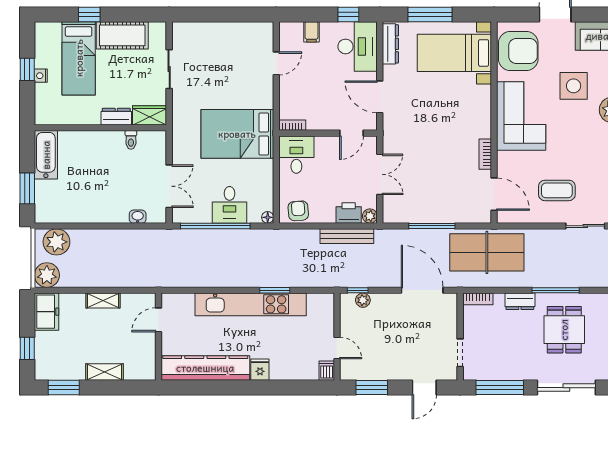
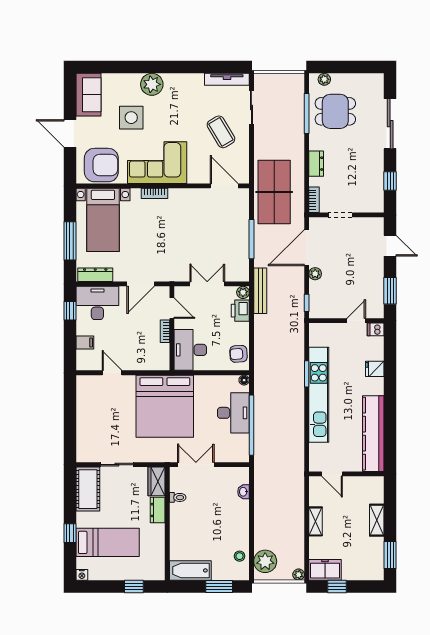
cot: (122, 35) -> (88, 489), moved
armchair: (518, 51) -> (101, 165), turned 90
window: (27, 69) -> (134, 586), moved
nightstand: (41, 76) -> (82, 575), moved
bookcase: (292, 125) -> (165, 331), moved
bed: (237, 134) -> (165, 406), width x1.36
bookcase: (485, 154) -> (154, 193), moved
desk: (296, 155) -> (190, 350), width x1.37
double door: (169, 186) -> (196, 465), moved
coffee table: (557, 190) -> (221, 132), turned -31
door: (494, 194) -> (224, 186), hinge flipped
desk: (230, 205) -> (233, 413), width x1.37
stool: (63, 212) -> (240, 556), added
bench: (347, 236) -> (260, 291), moved
plant: (47, 275) -> (299, 575), width x0.53, depth x0.53
window: (556, 290) -> (307, 113), moved
plant: (363, 300) -> (315, 274), moved
dining table: (564, 330) -> (335, 111), moved
window: (27, 348) -> (337, 586), moved
doorway: (460, 353) -> (340, 215), moved
fridge: (260, 370) -> (375, 369), moved
window: (500, 388) -> (390, 181), width x0.46

